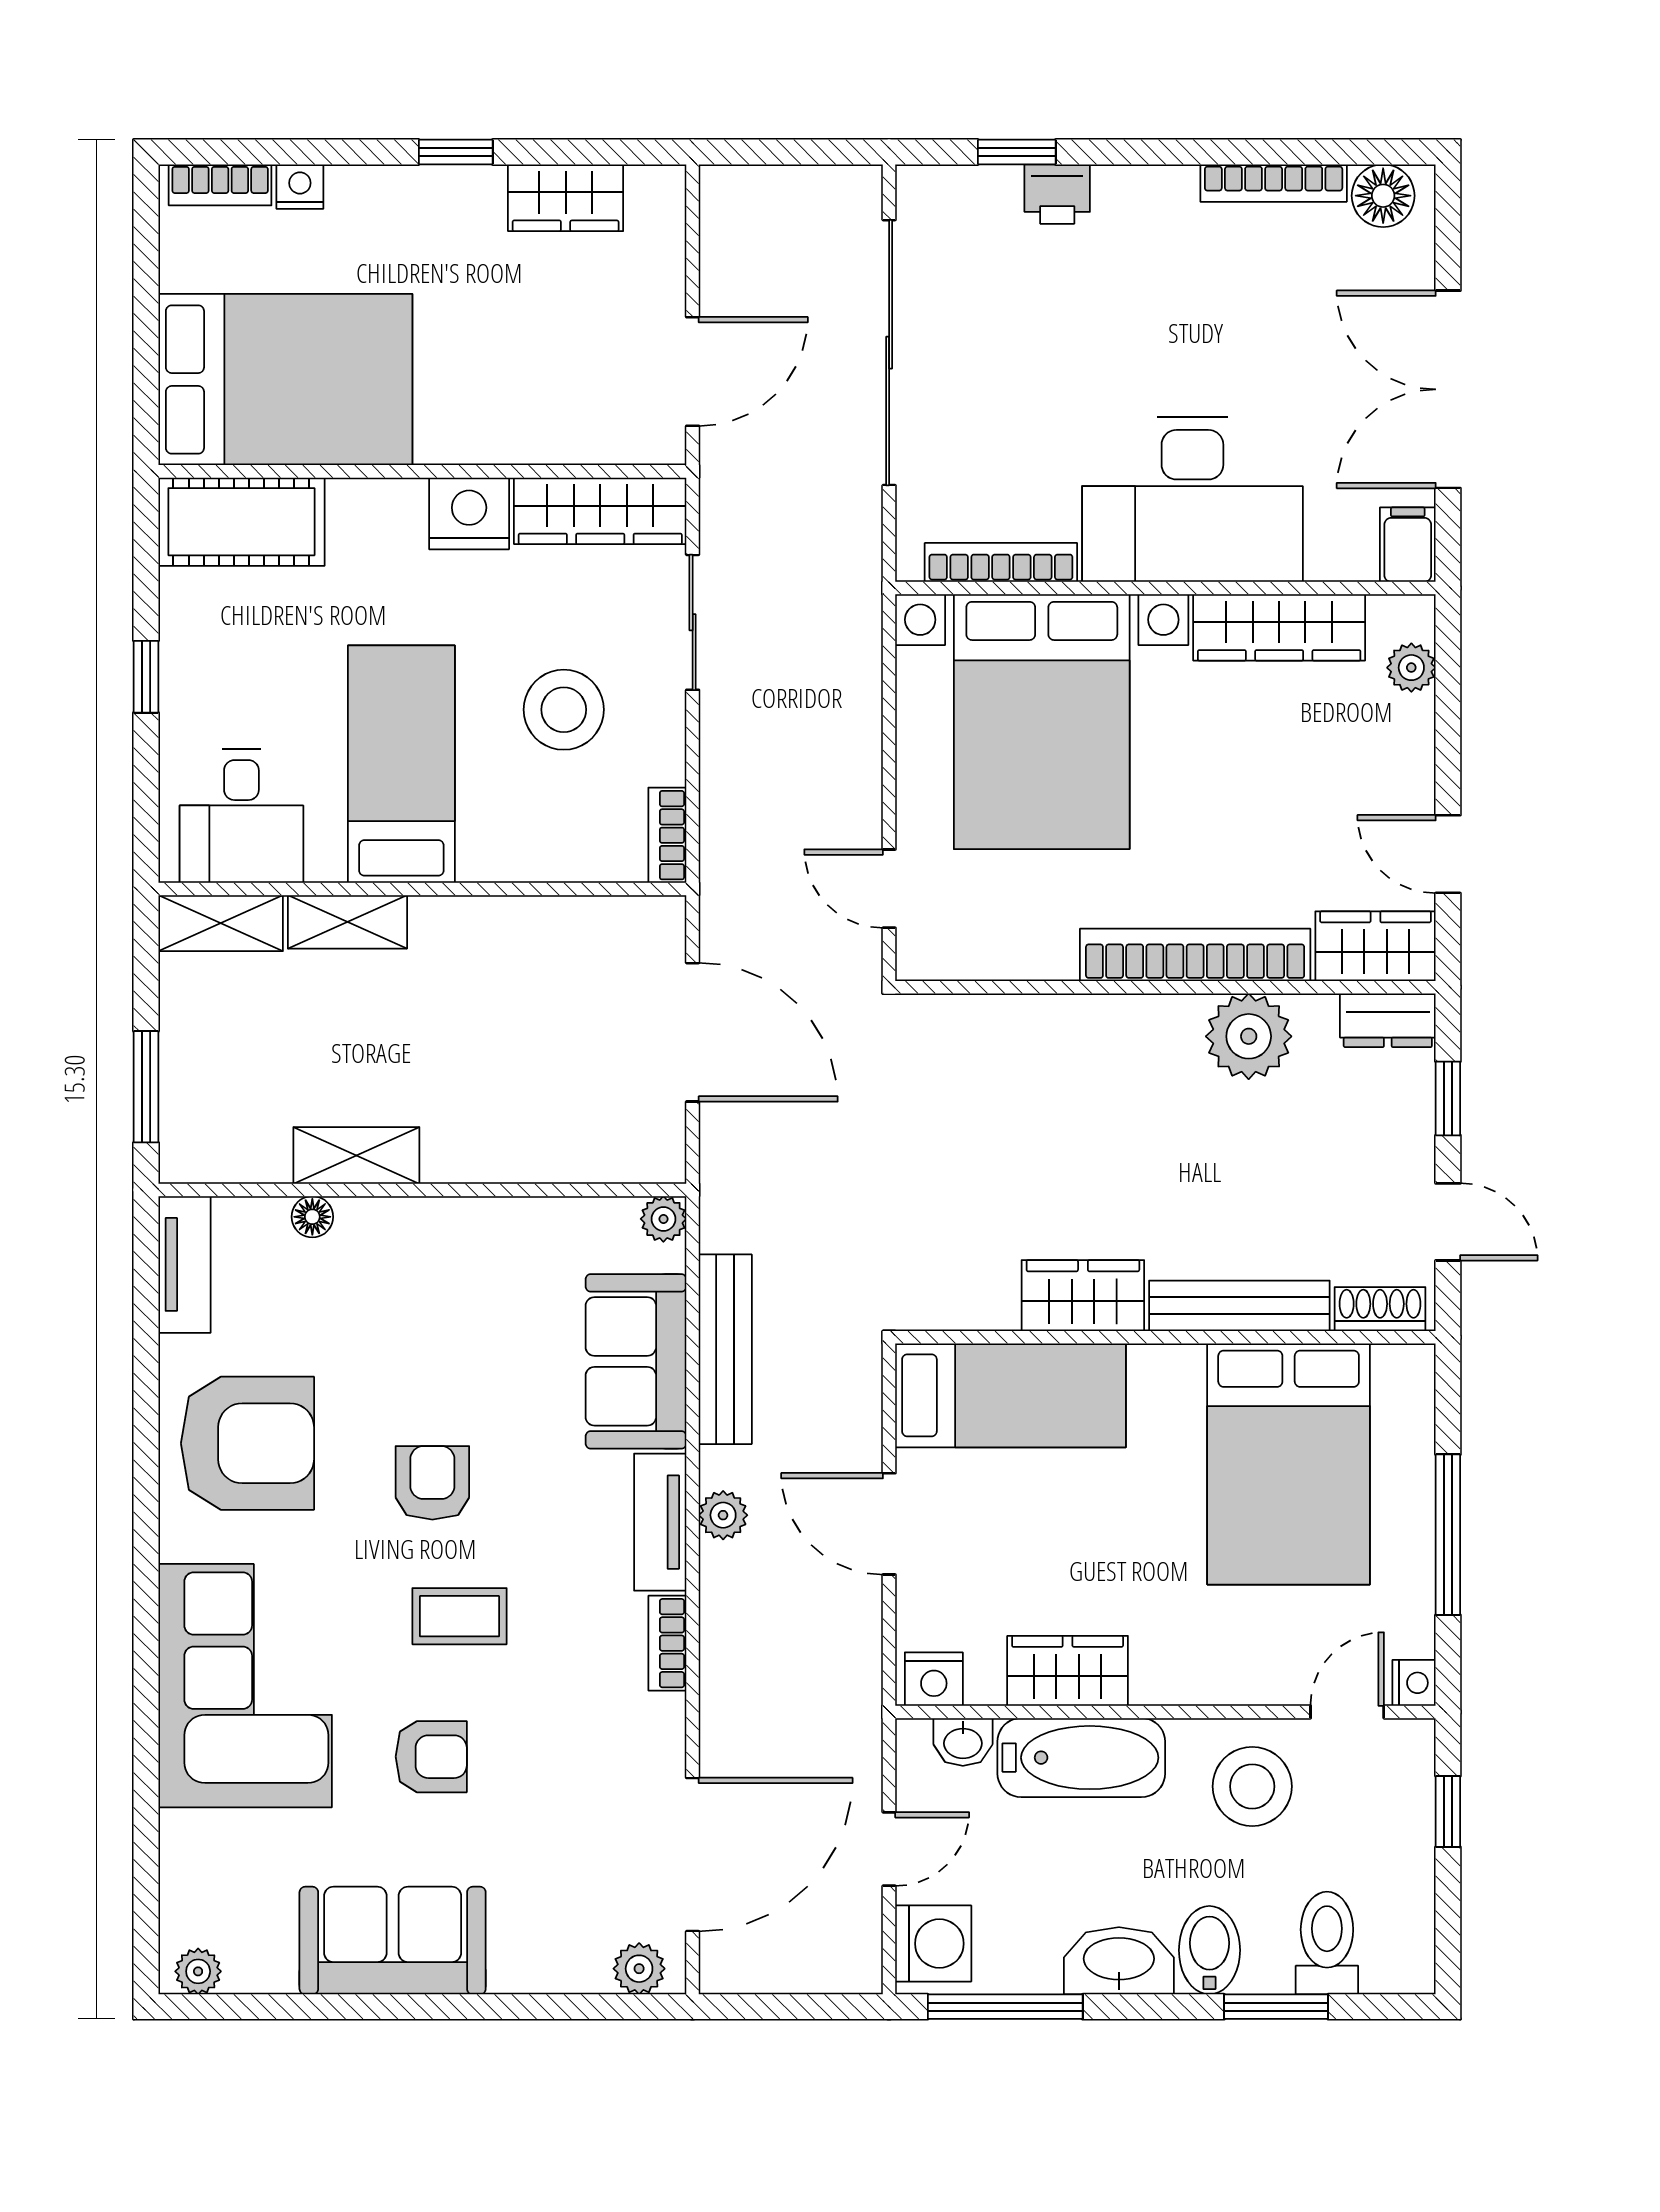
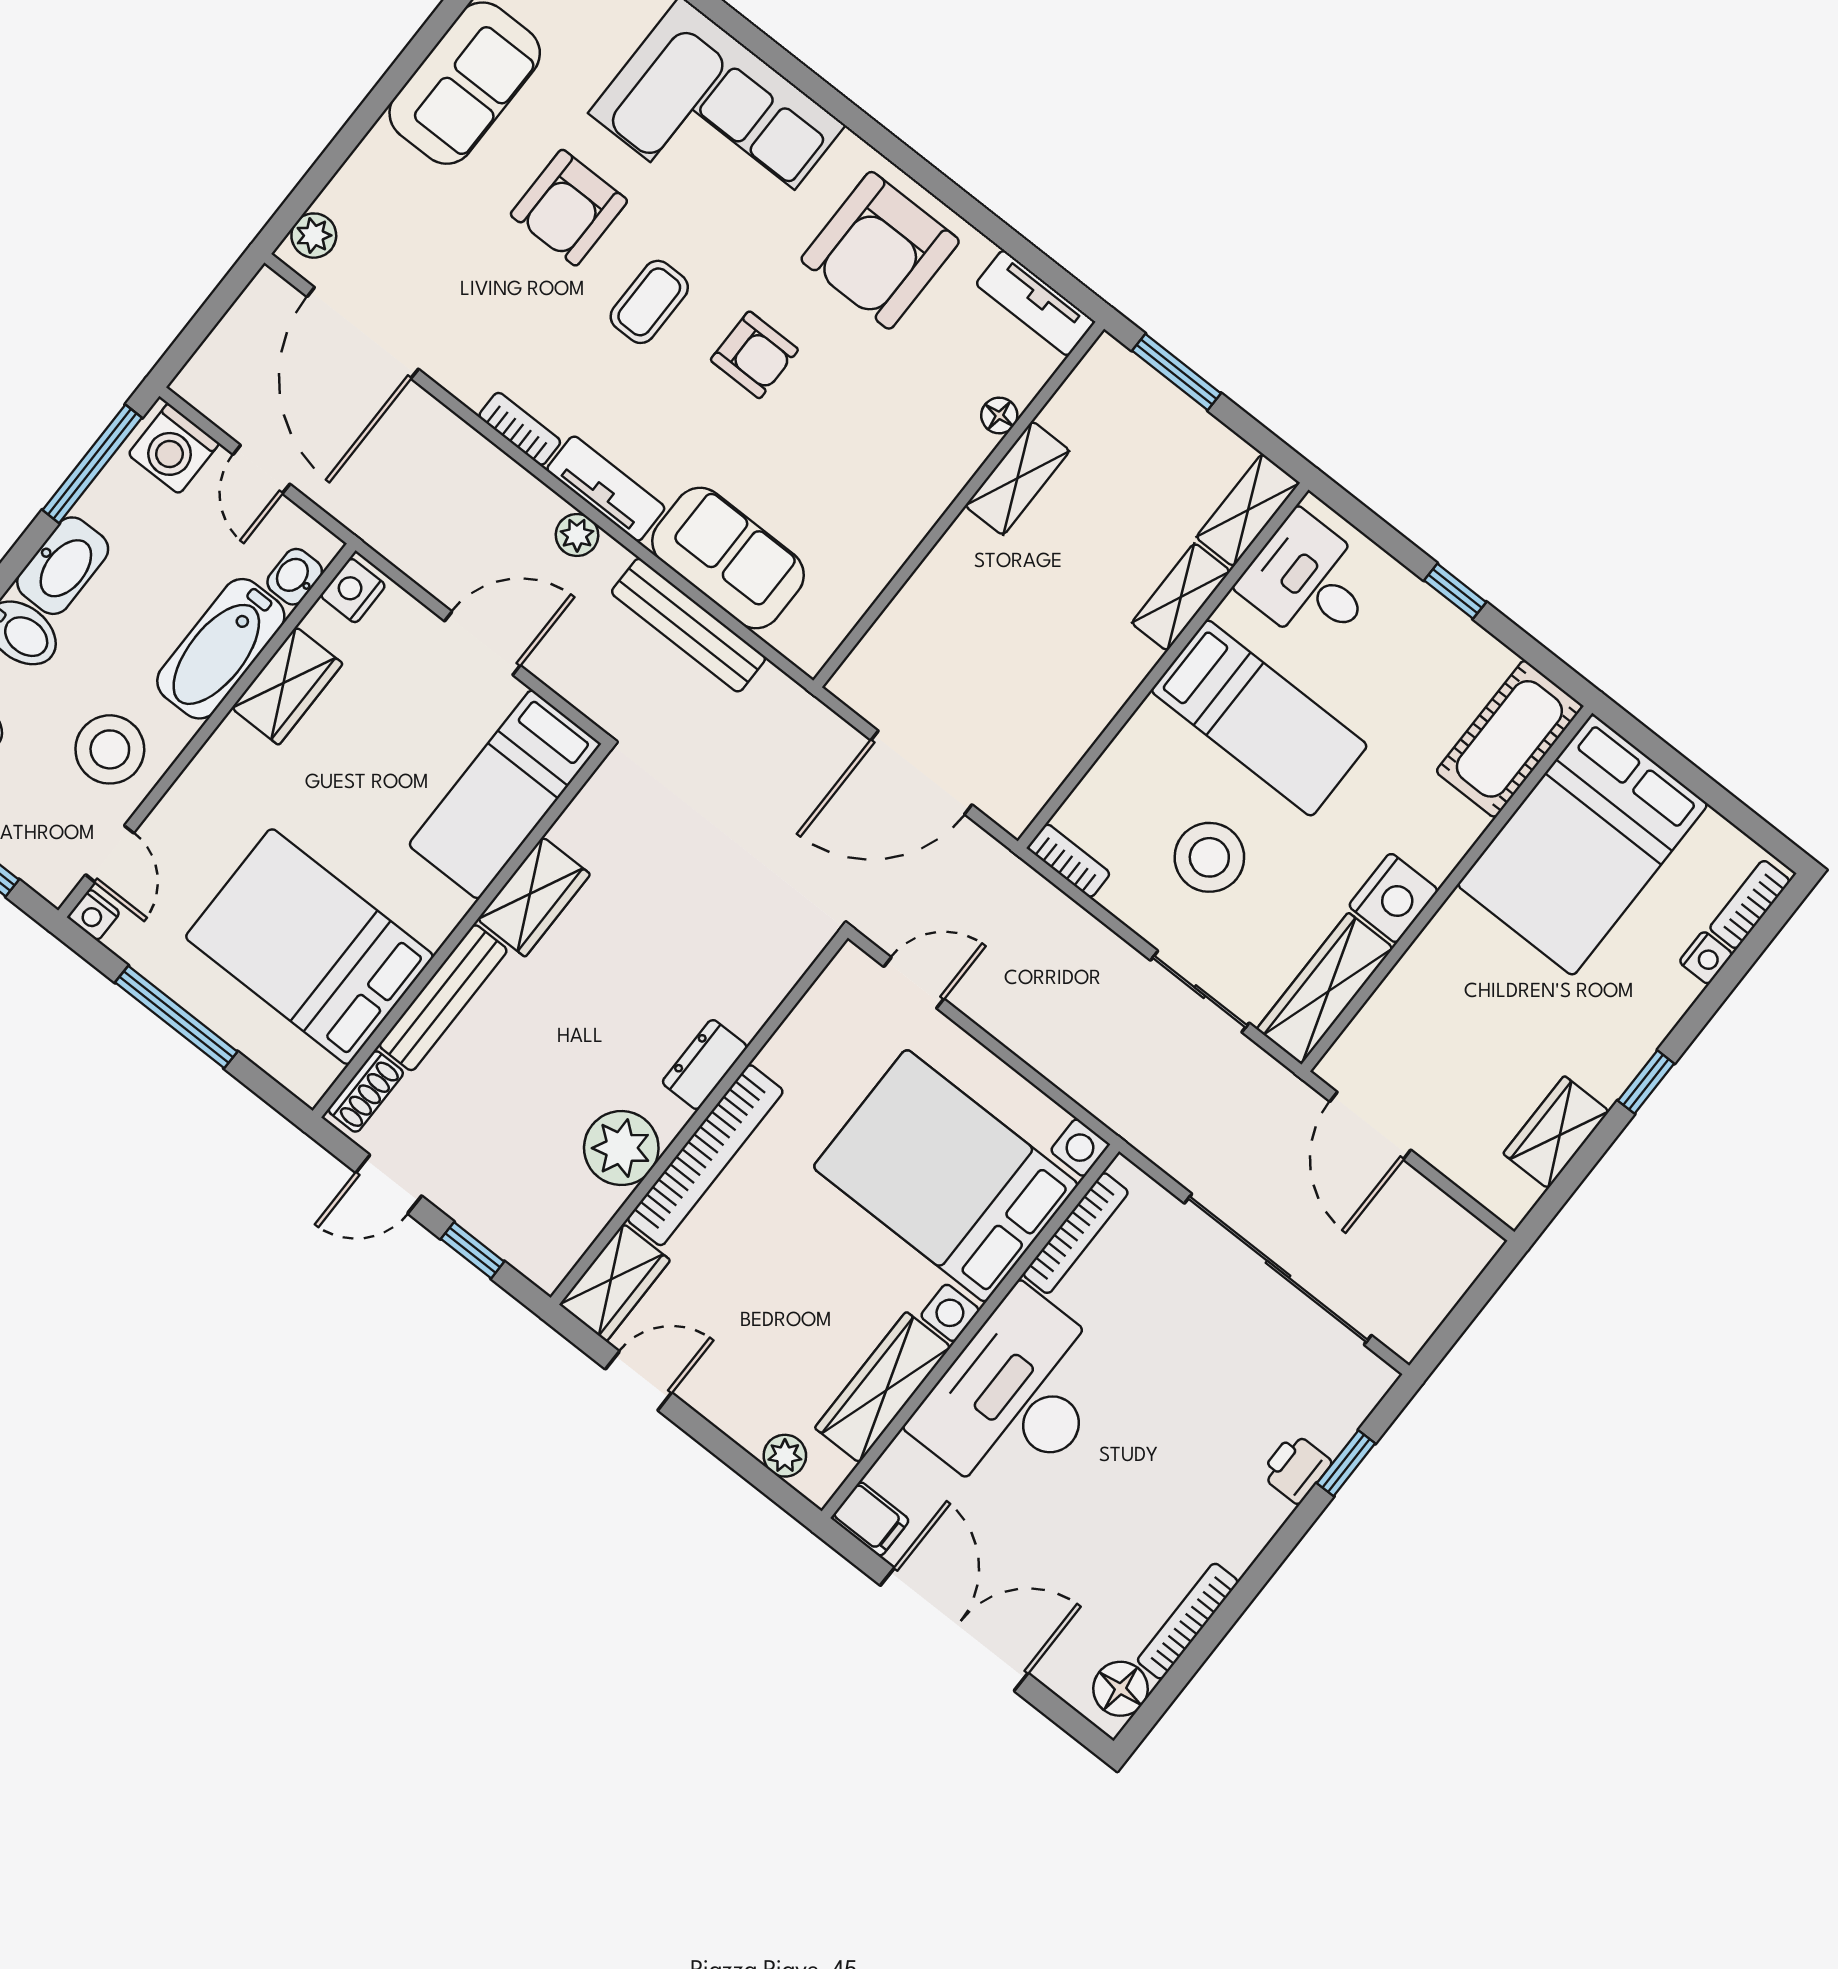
dresser: (1388, 1020) -> (705, 1065), moved
plant: (663, 1219) -> (810, 653), removed
armchair: (431, 1757) -> (569, 208), width x1.38, depth x1.38

